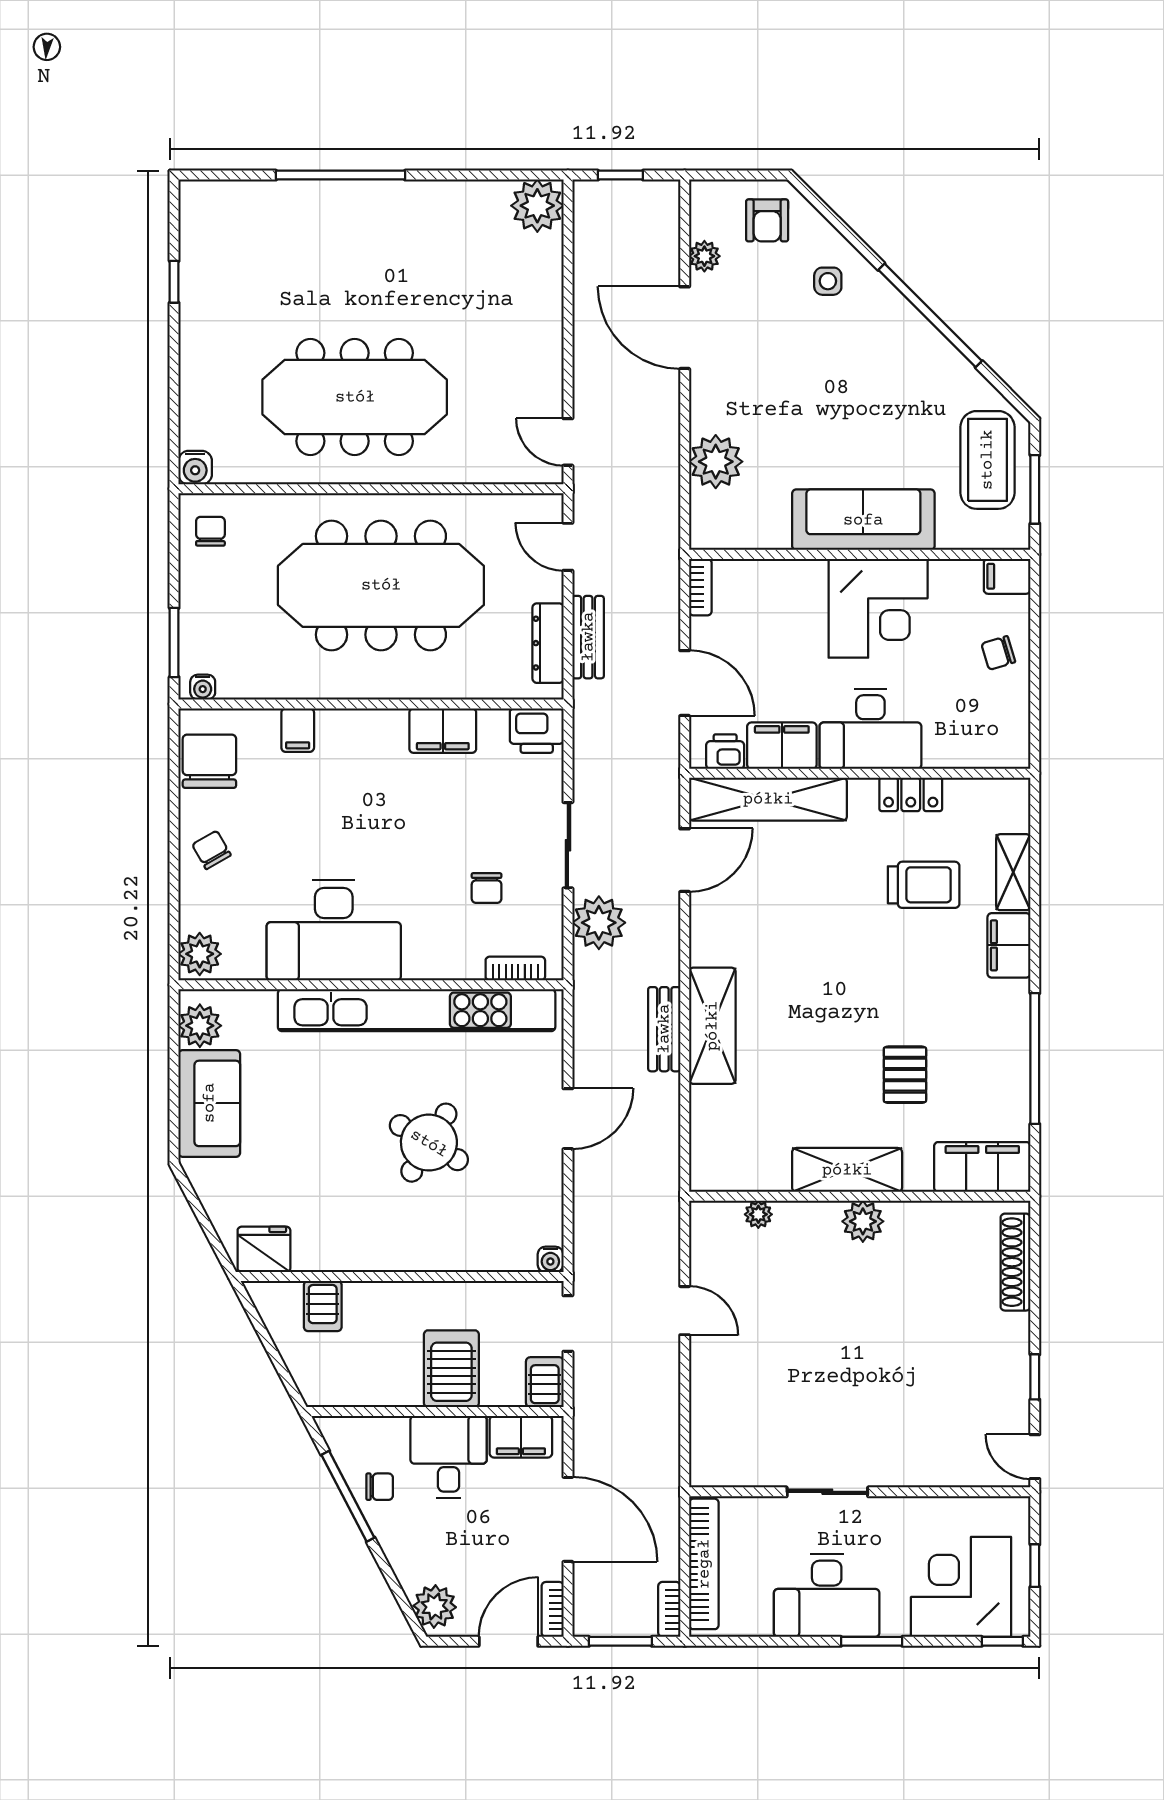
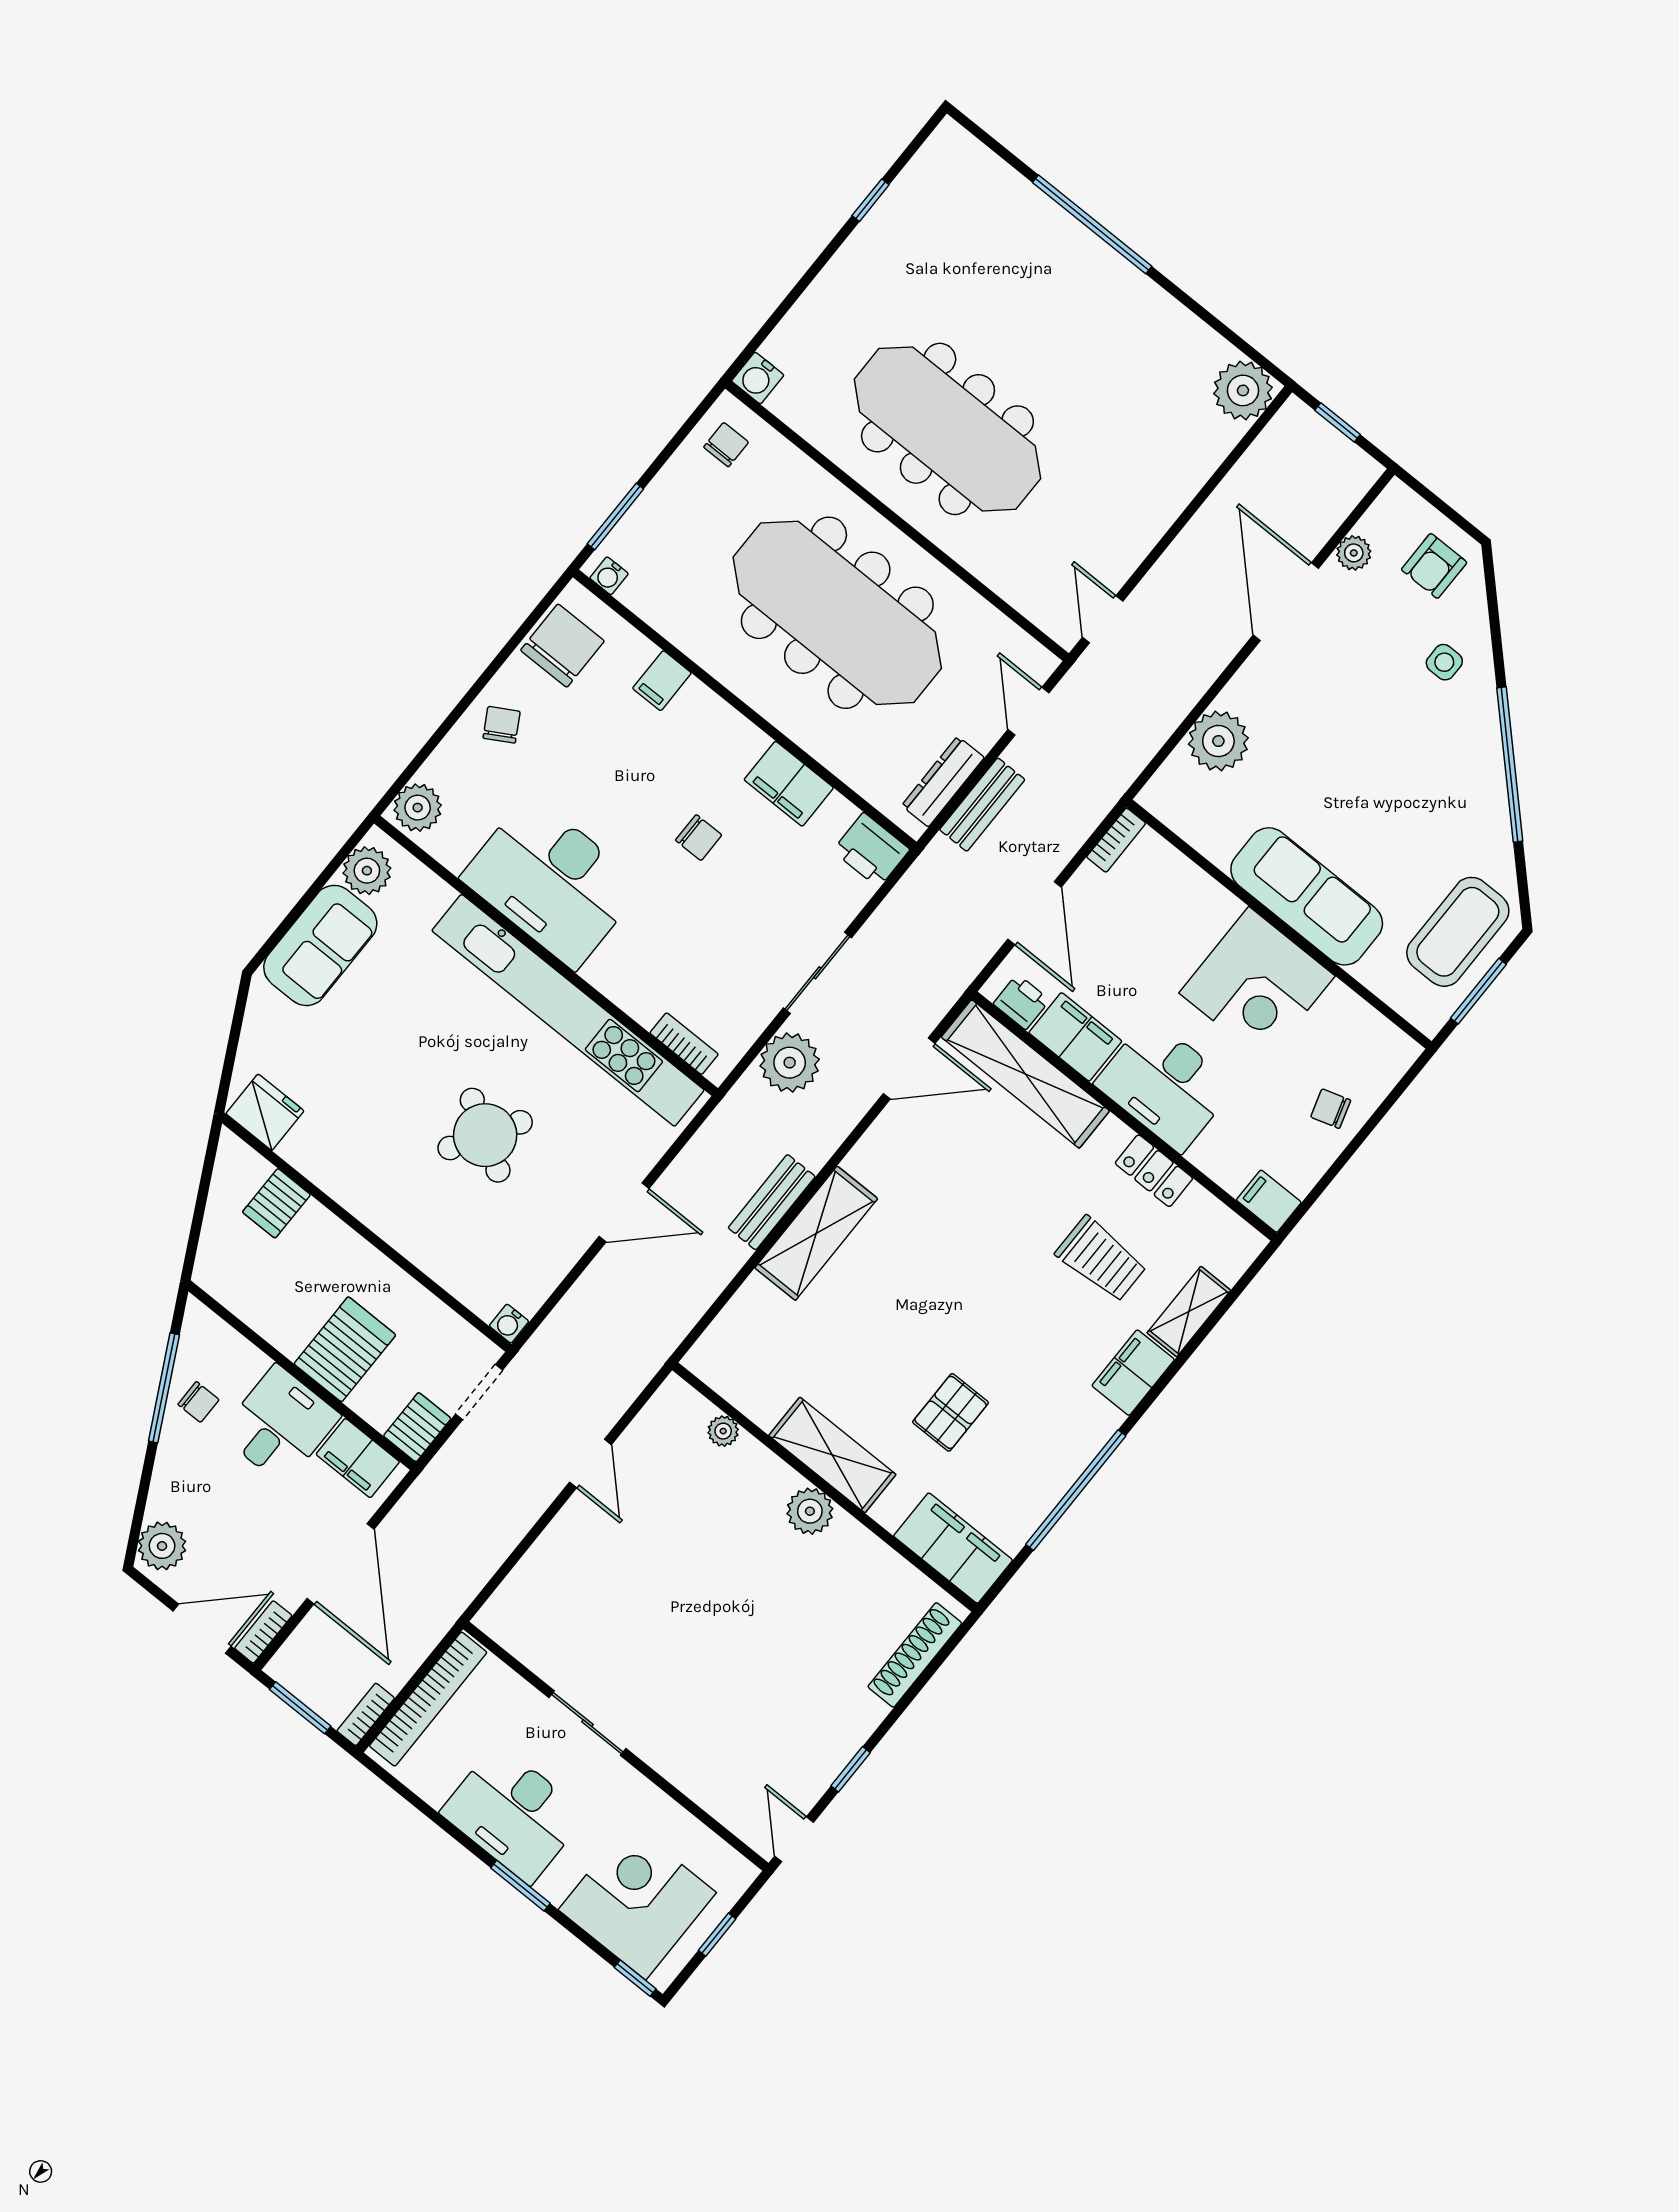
filing cabinet: (1007, 576) -> (1269, 1201), moved
chair: (487, 888) -> (699, 838), moved, turned -90

